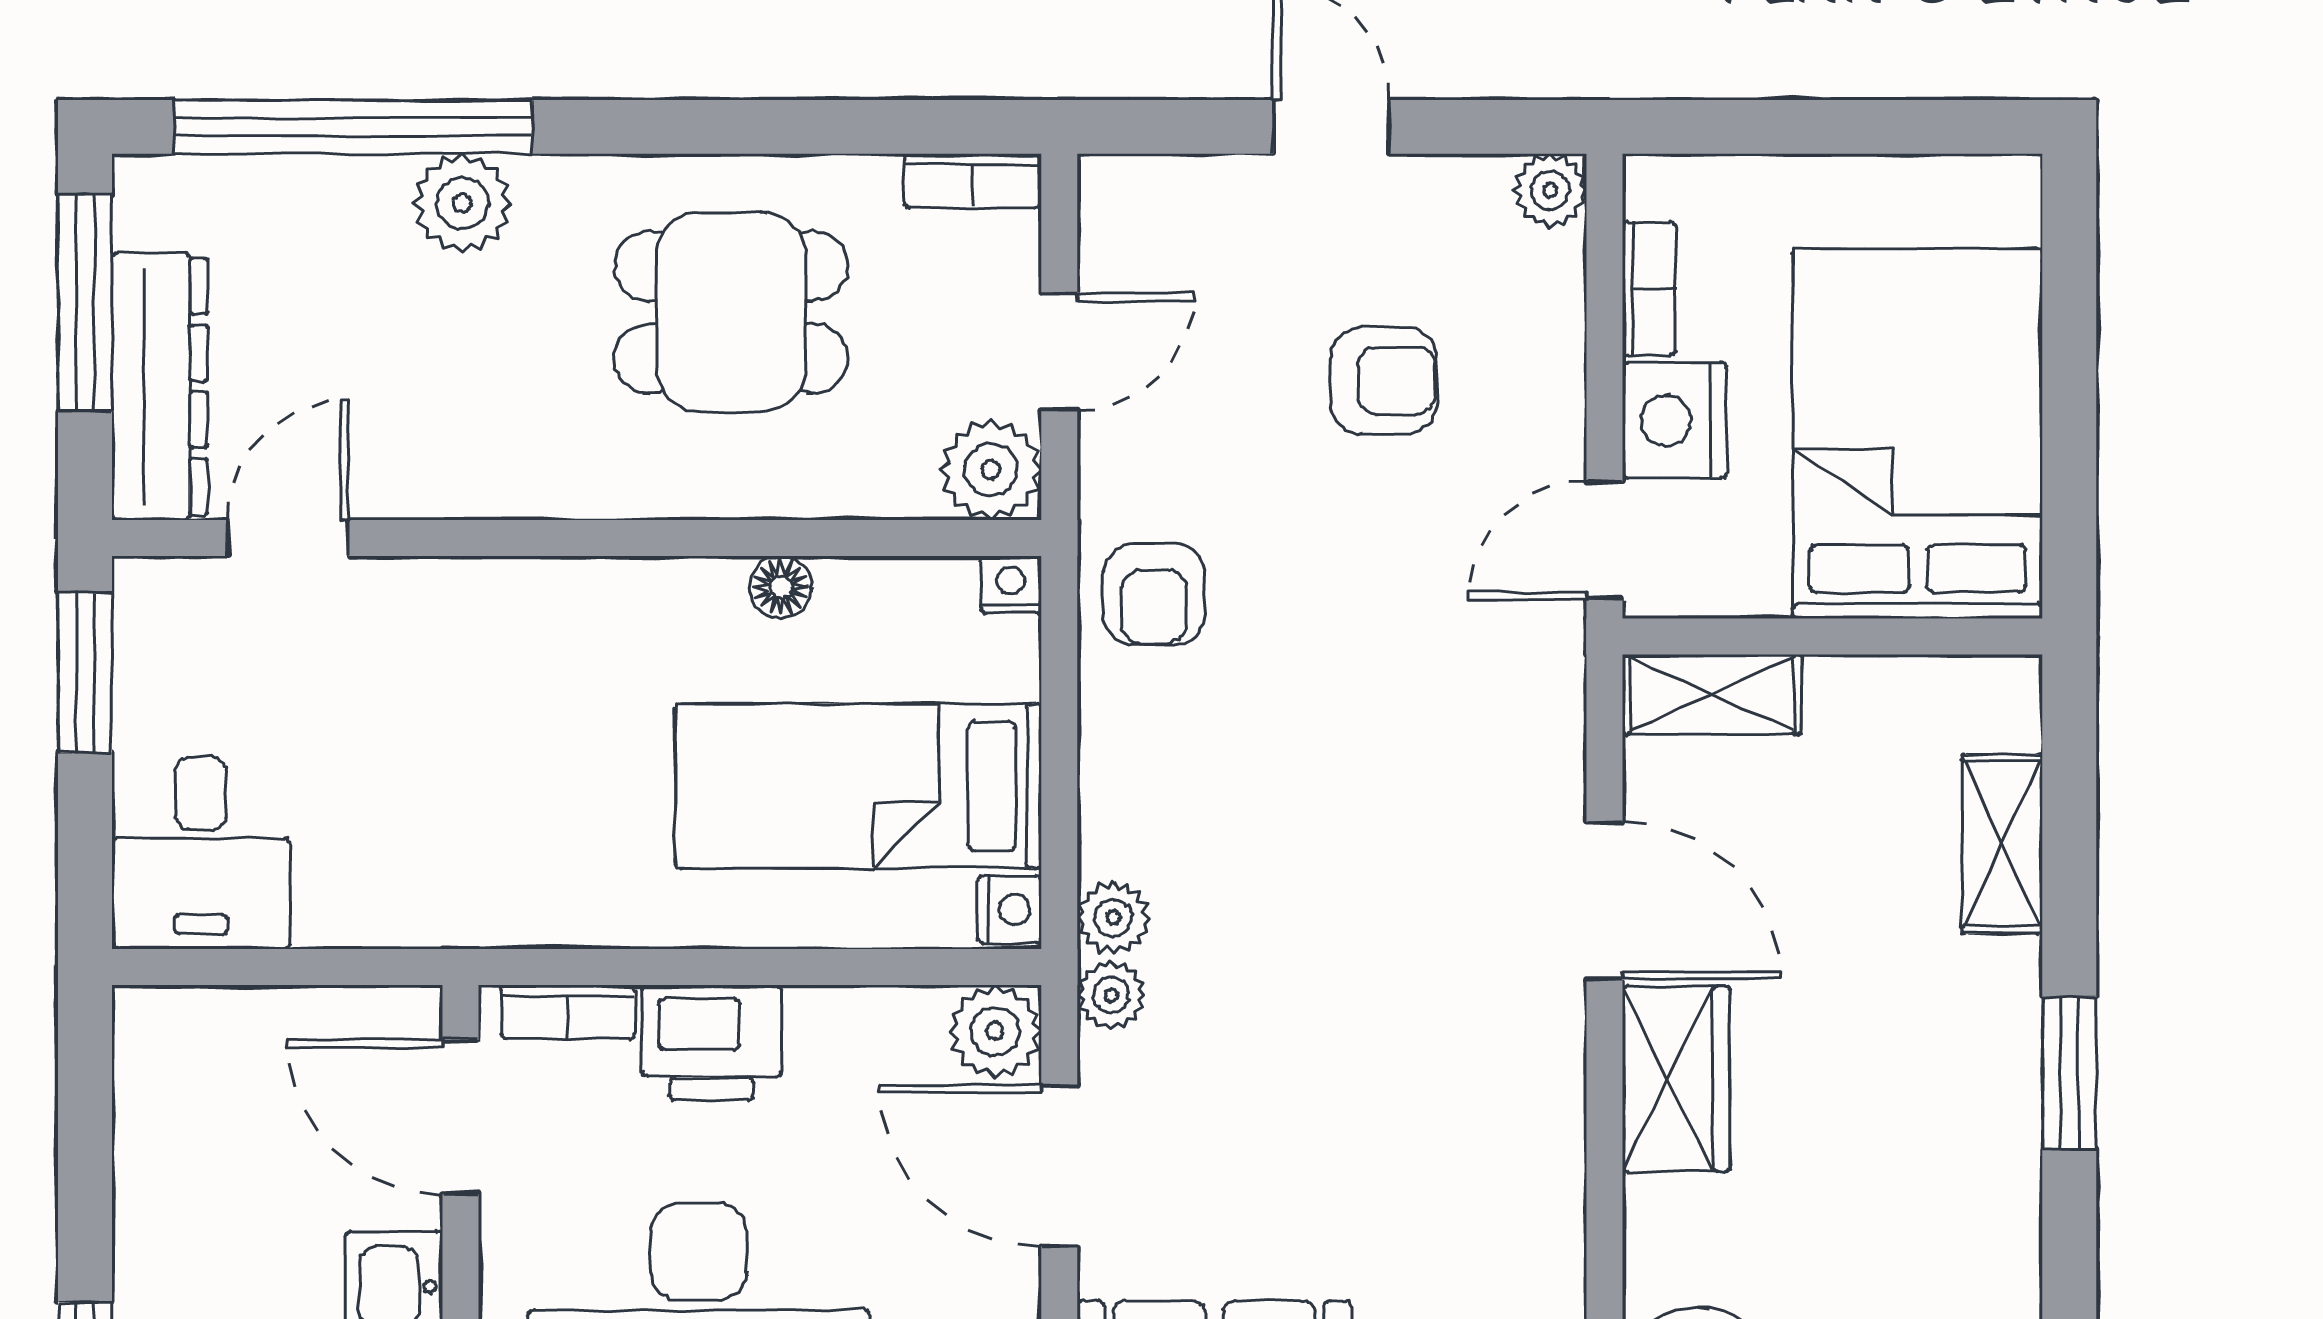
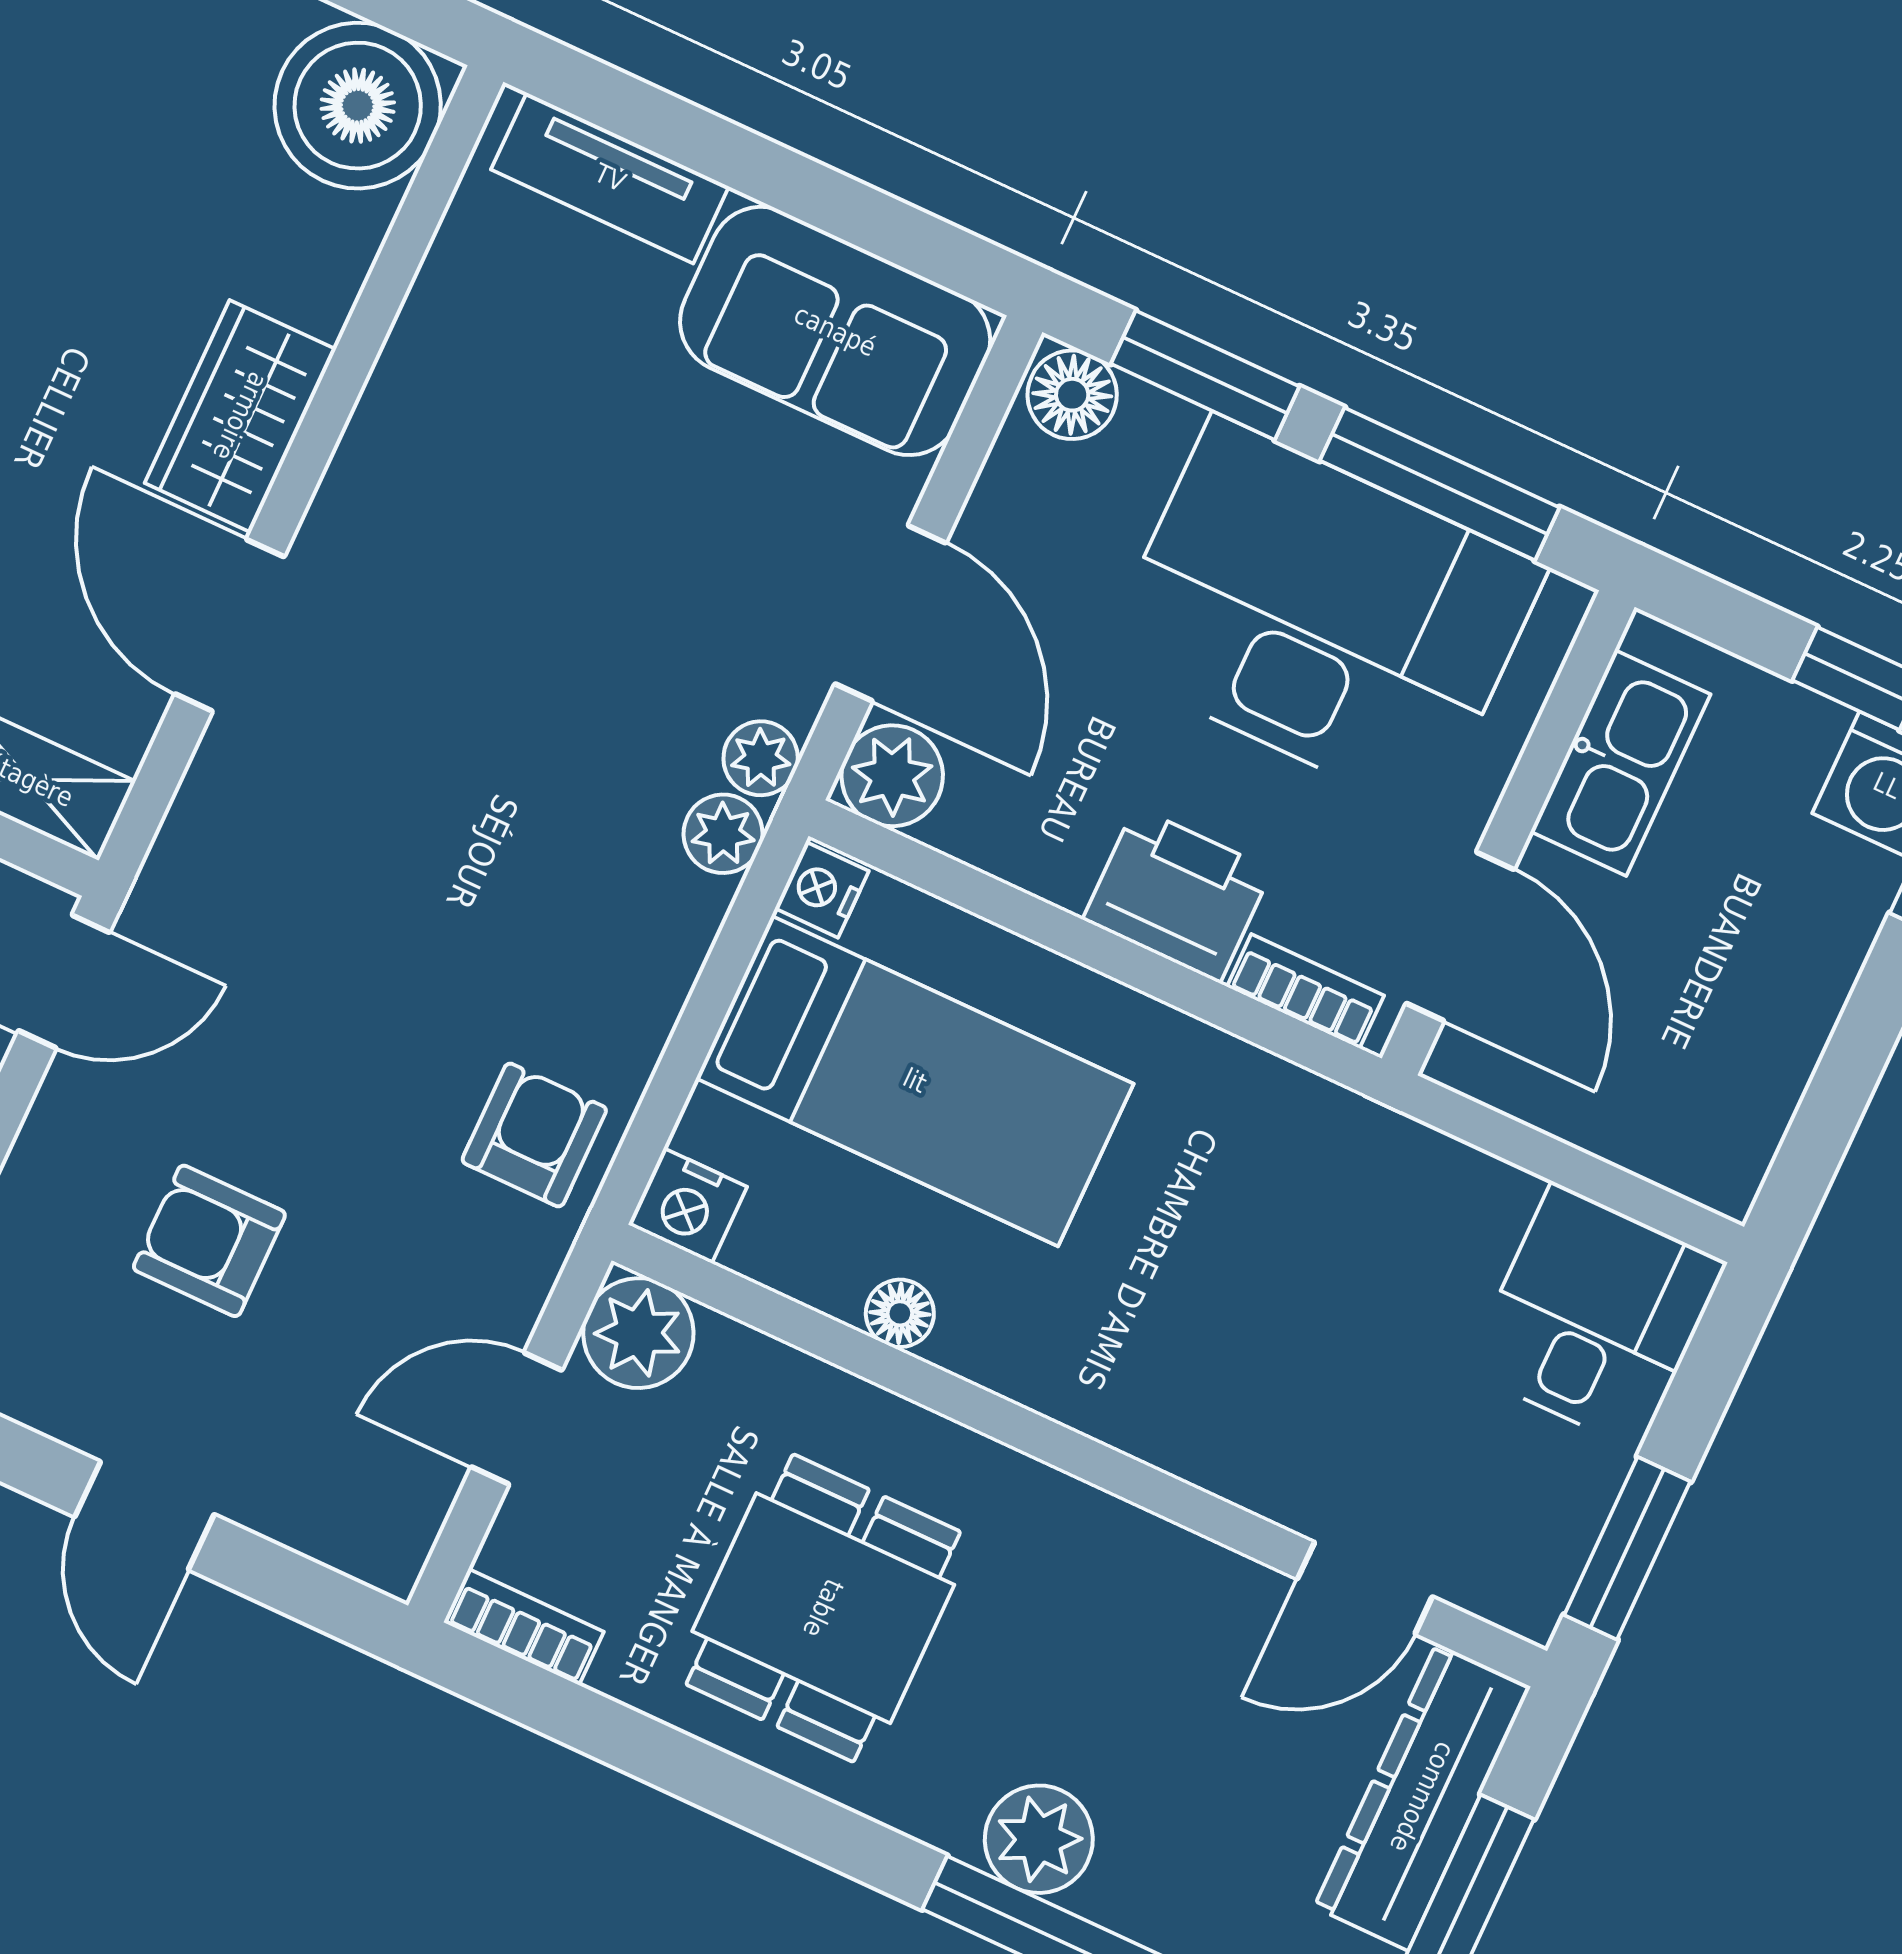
dining table: (731, 312) -> (823, 1608), turned 90
nightstand: (1011, 585) -> (688, 1206), width x1.39, depth x1.35

